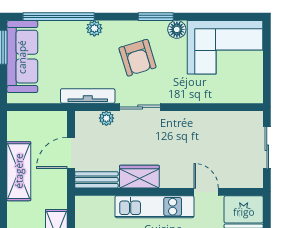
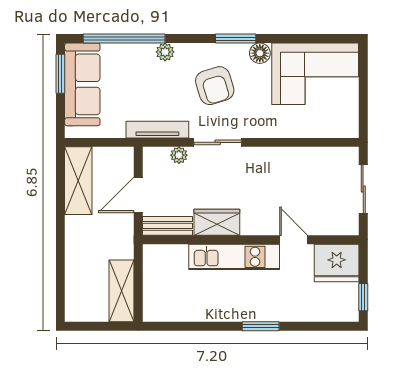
shelving: (19, 171) -> (78, 181), moved

